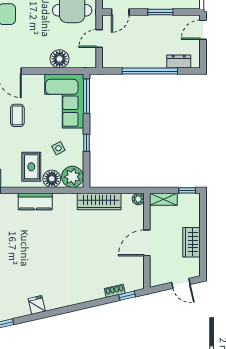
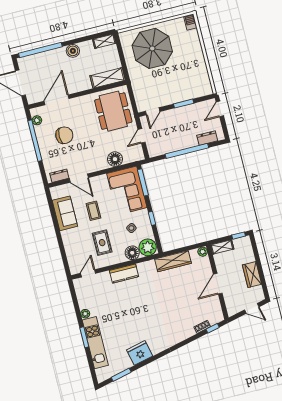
rug: (31, 167) -> (102, 243), moved
fridge: (37, 305) -> (140, 353), width x1.88, depth x1.34

